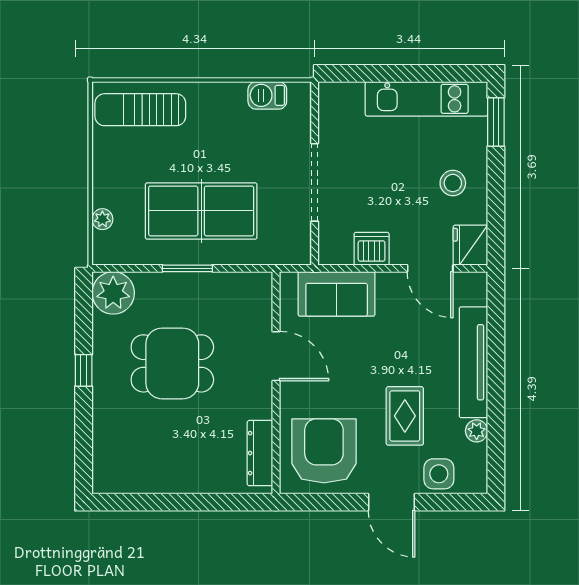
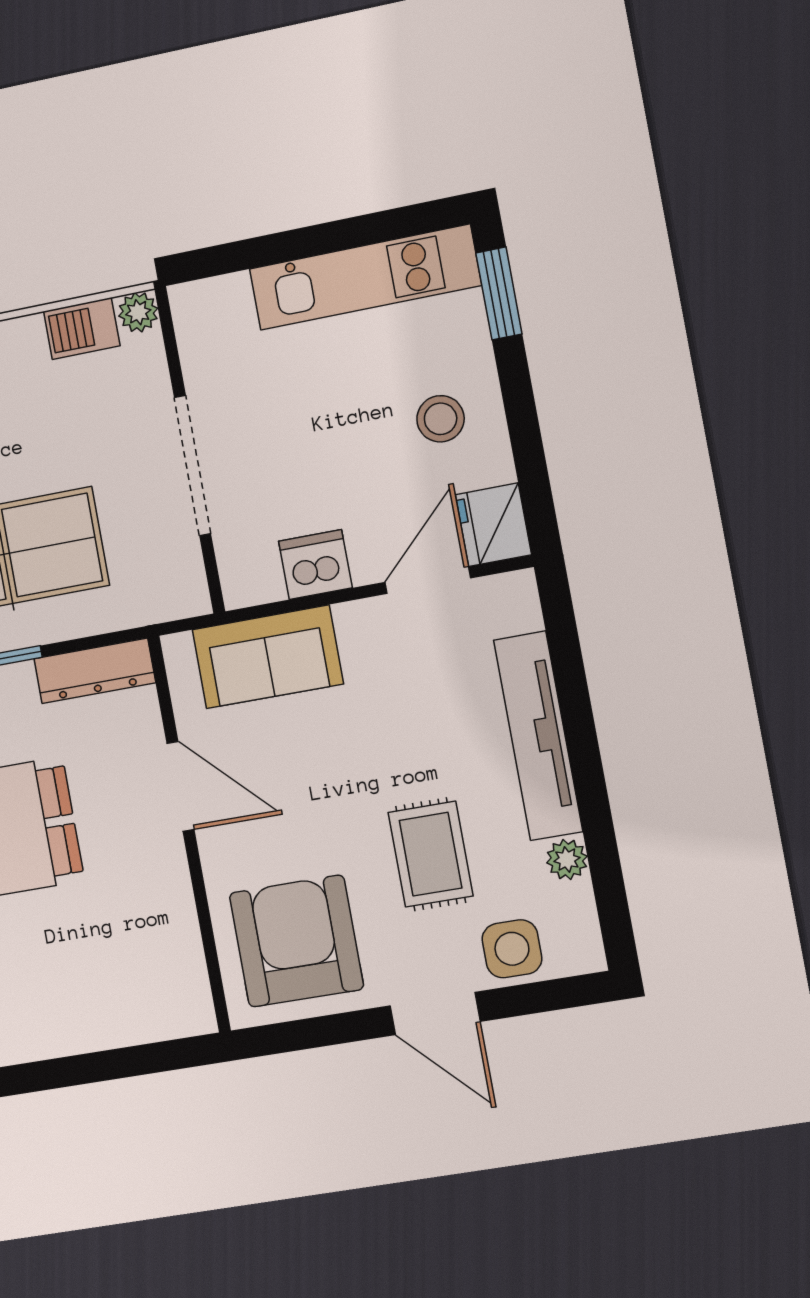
plant: (300, 93) -> (138, 312), added
door: (430, 268) -> (428, 580), swing flipped
dresser: (260, 453) -> (95, 671), moved, turned -90

